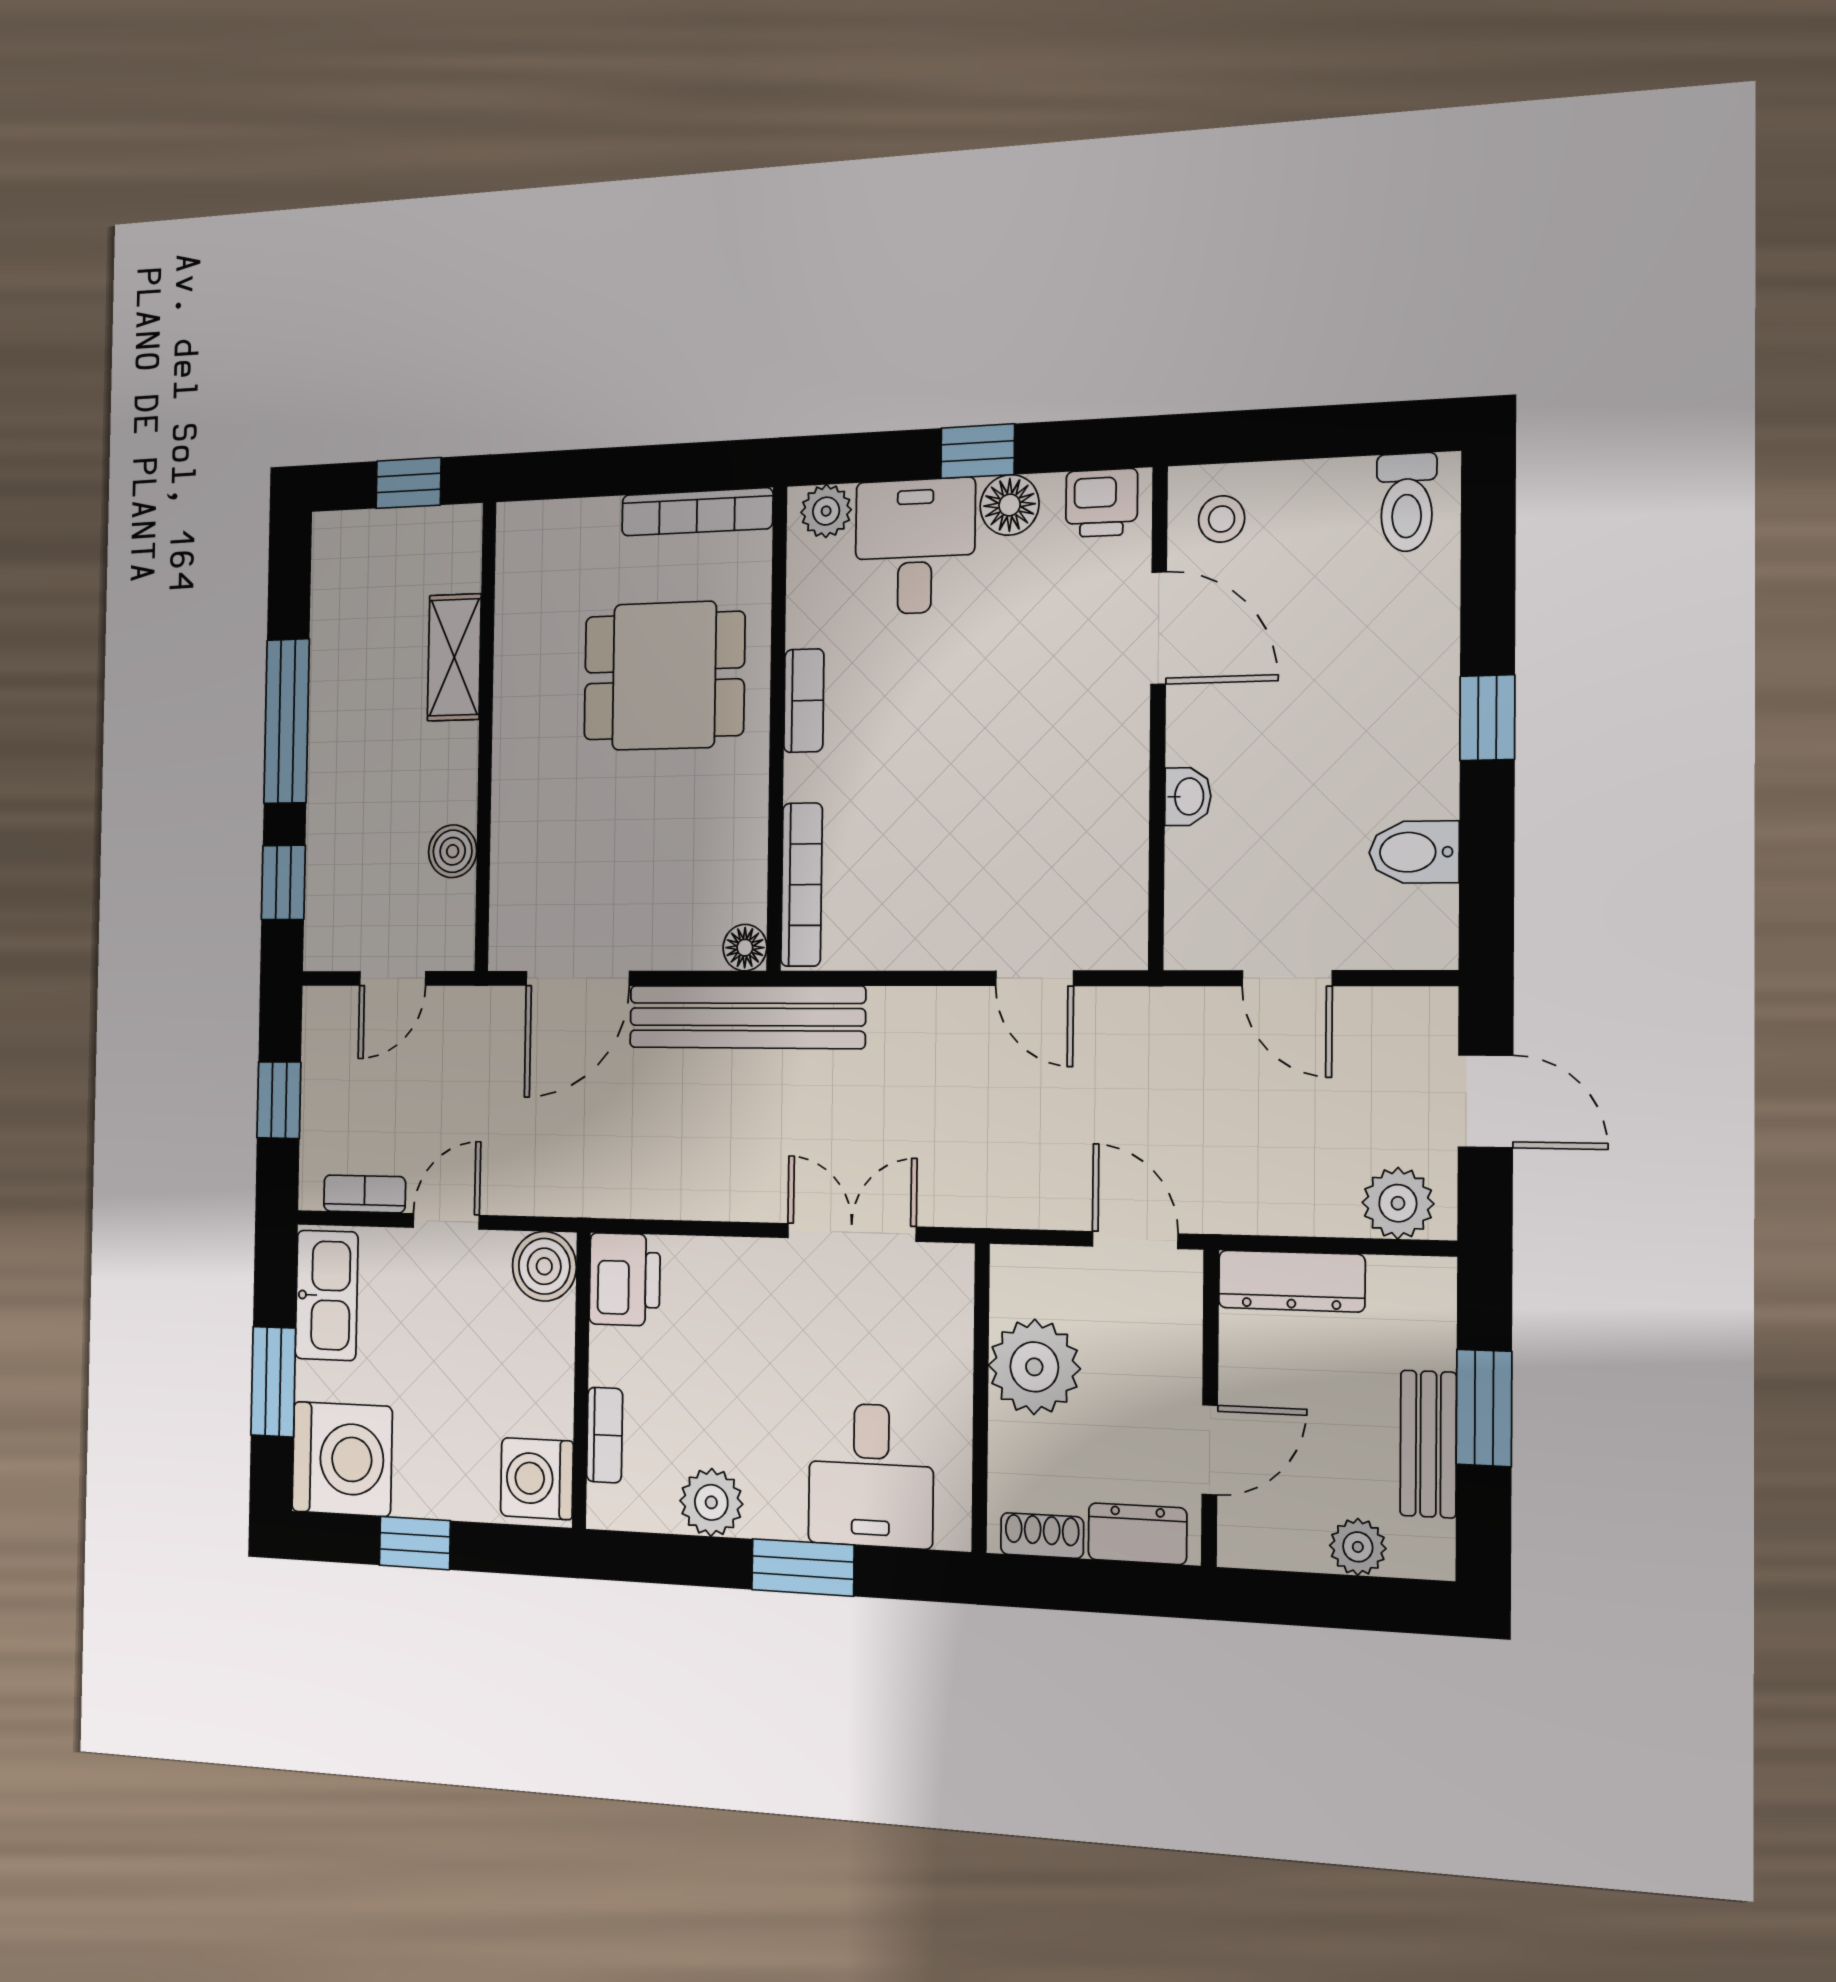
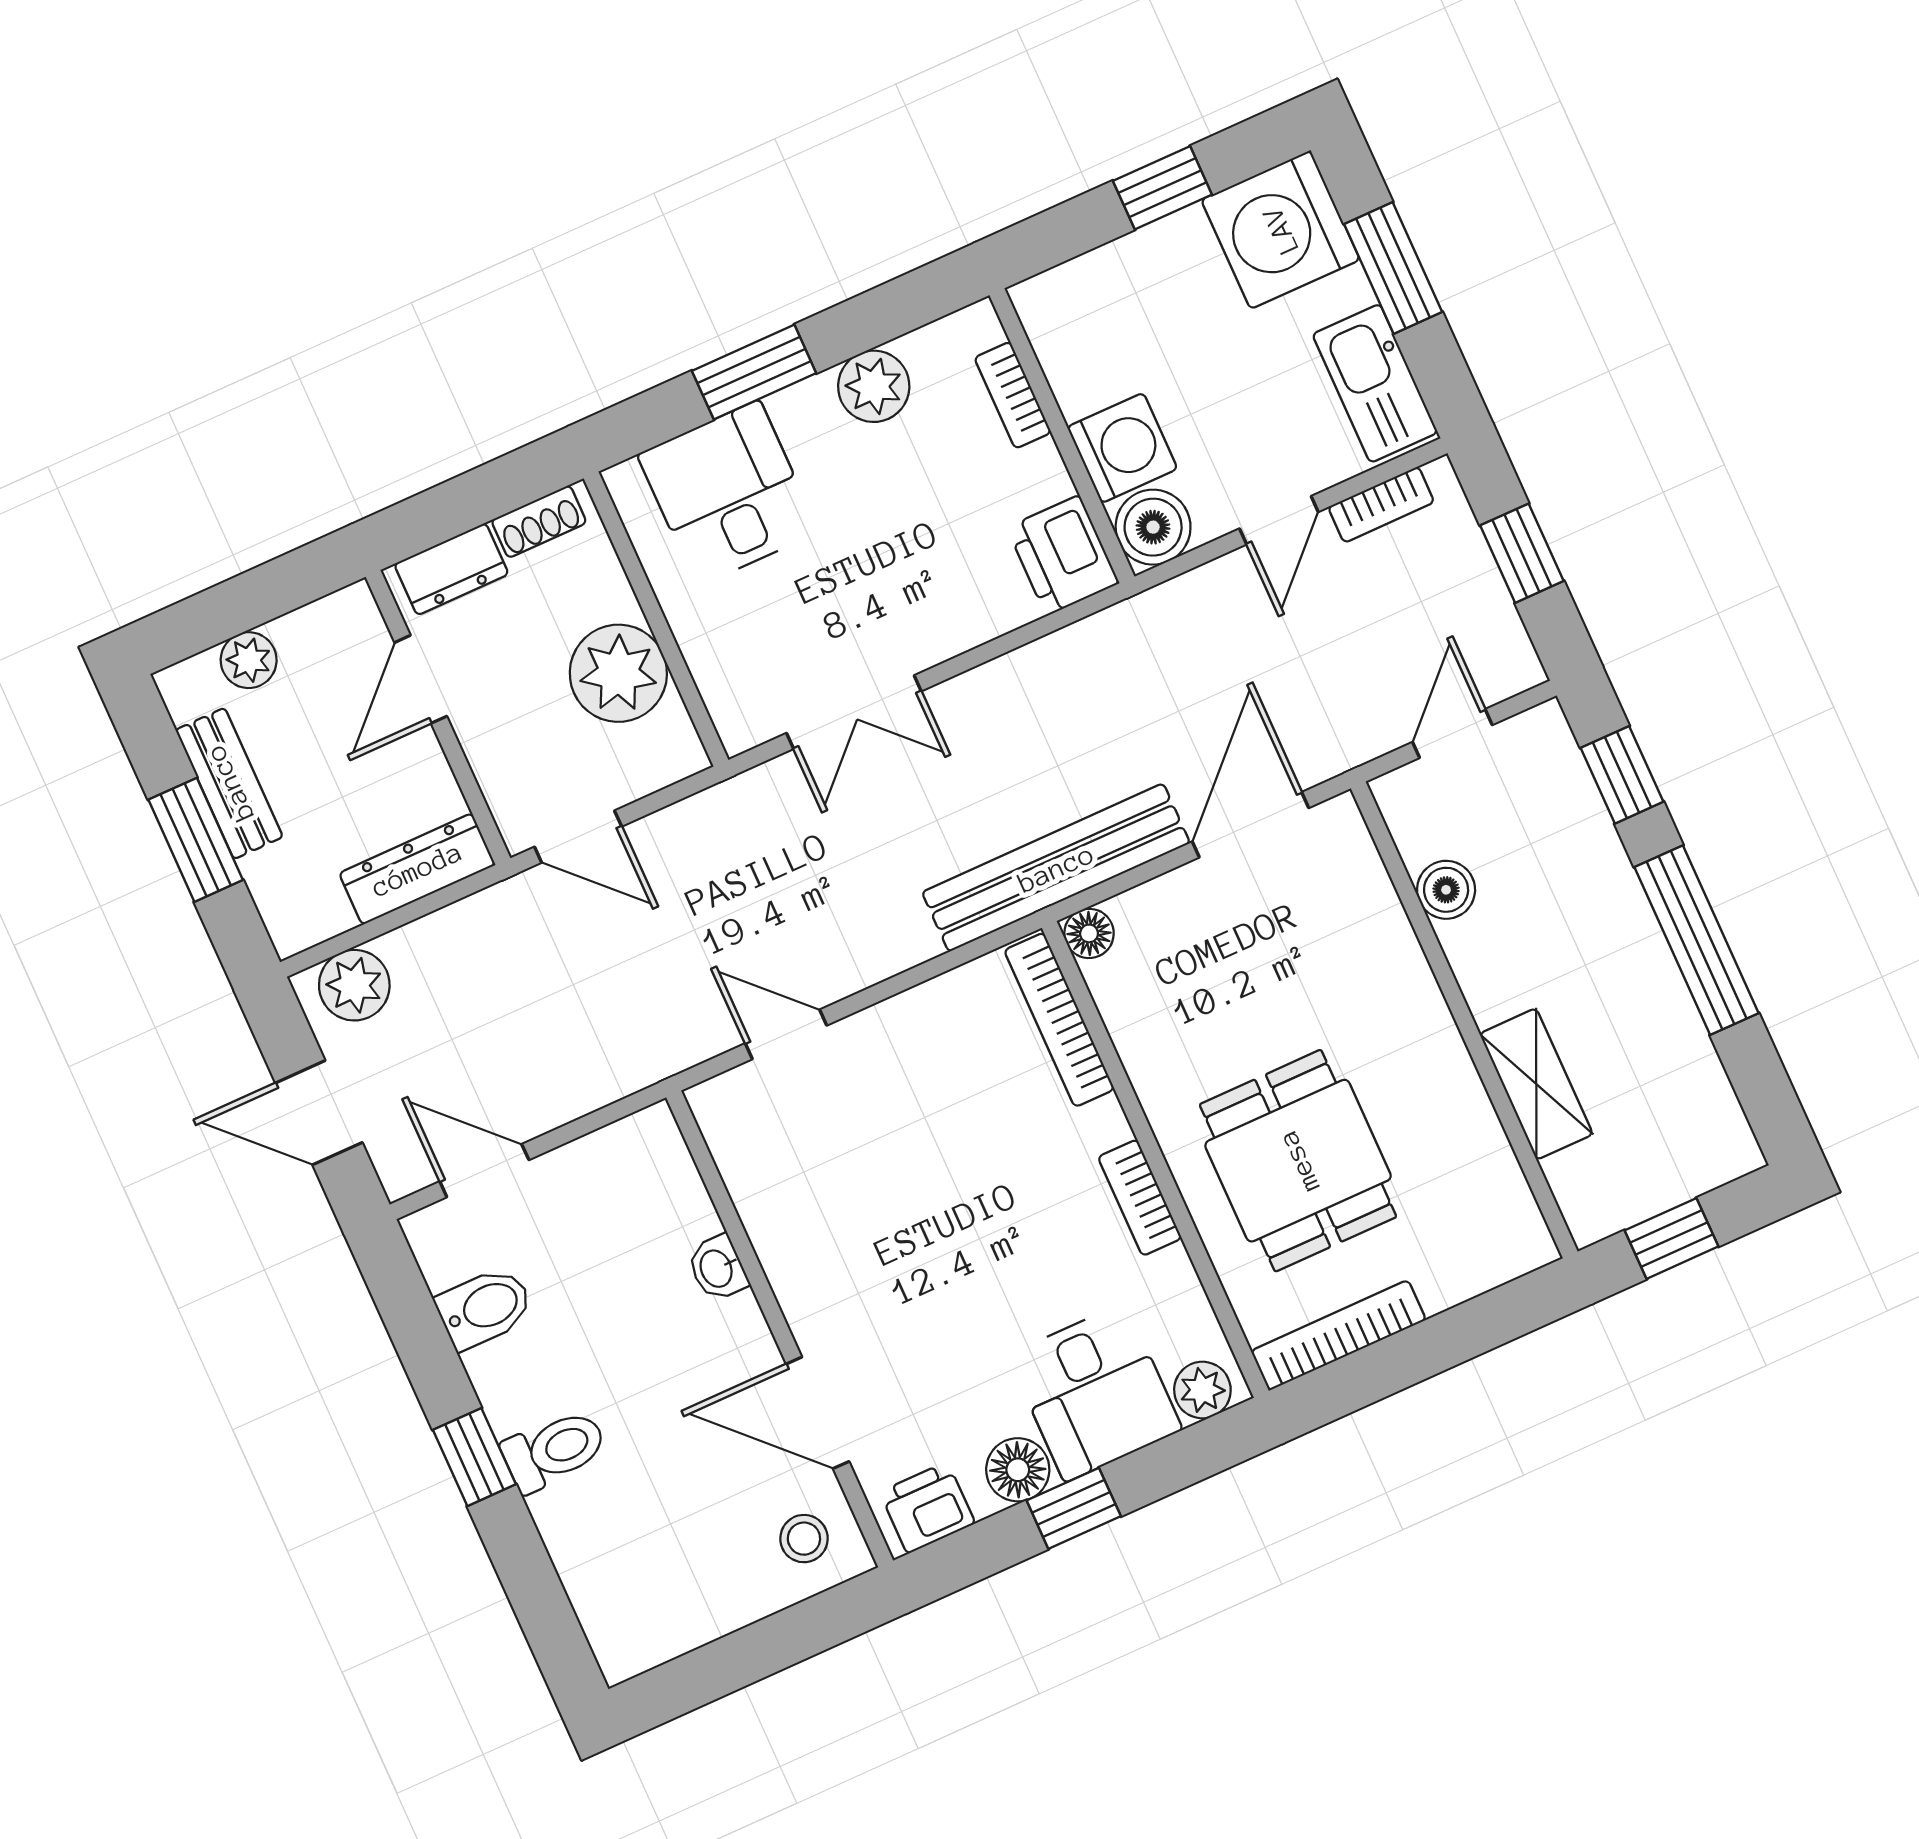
toilet: (1407, 502) -> (554, 1450), moved, turned 90
dining table: (664, 676) -> (1298, 1161), turned 90
door: (1287, 978) -> (484, 1171), moved
washing machine: (537, 1479) -> (1122, 448), moved

